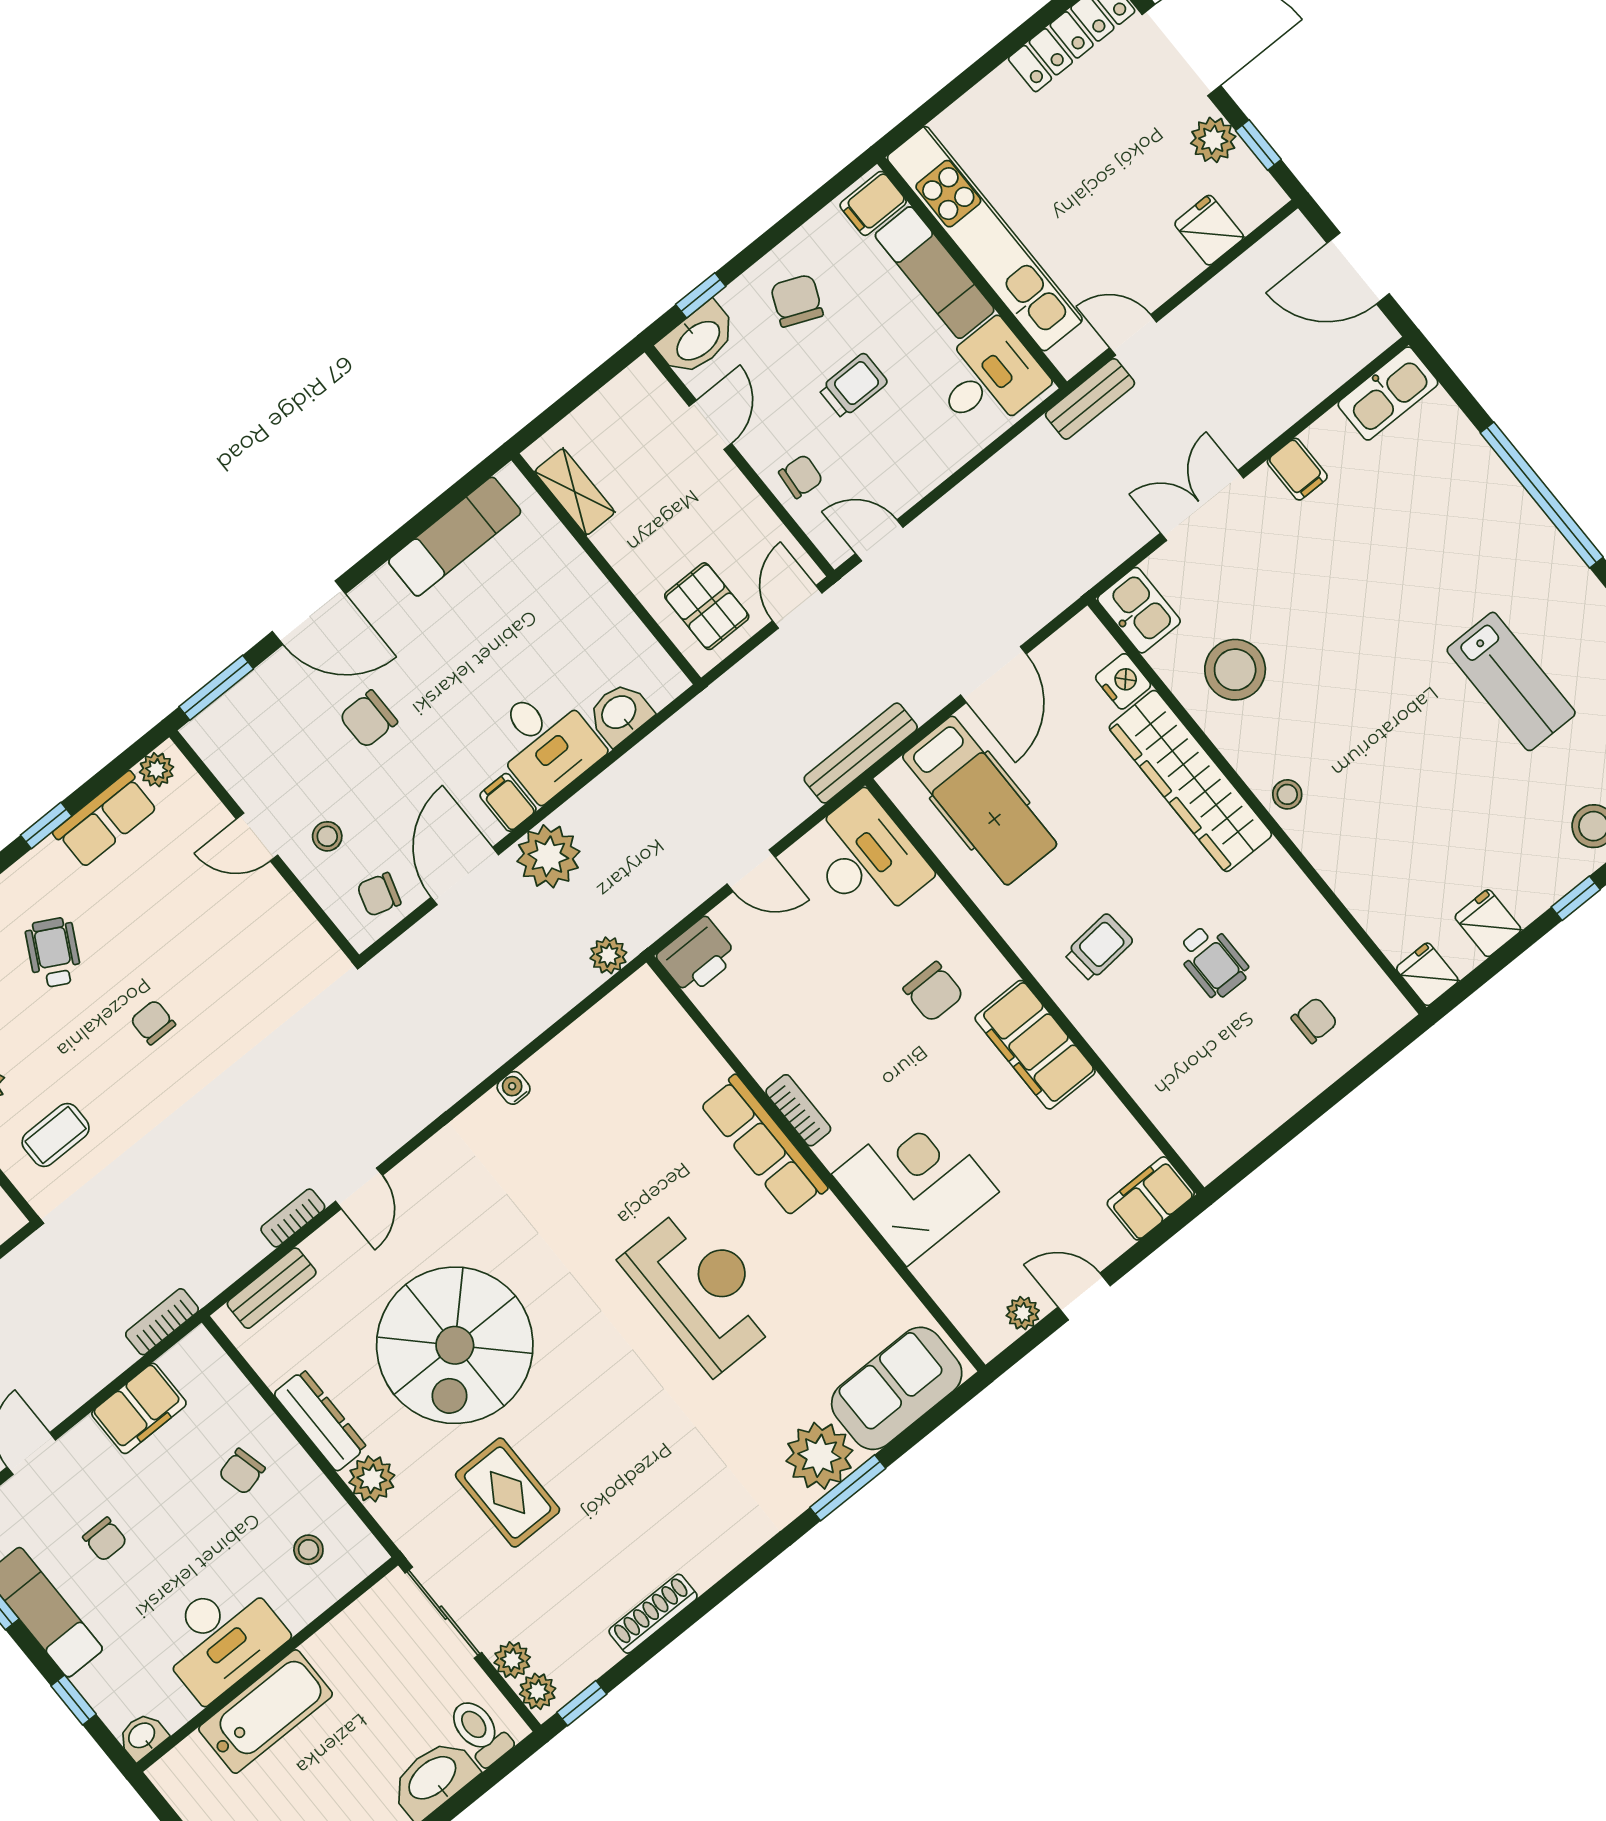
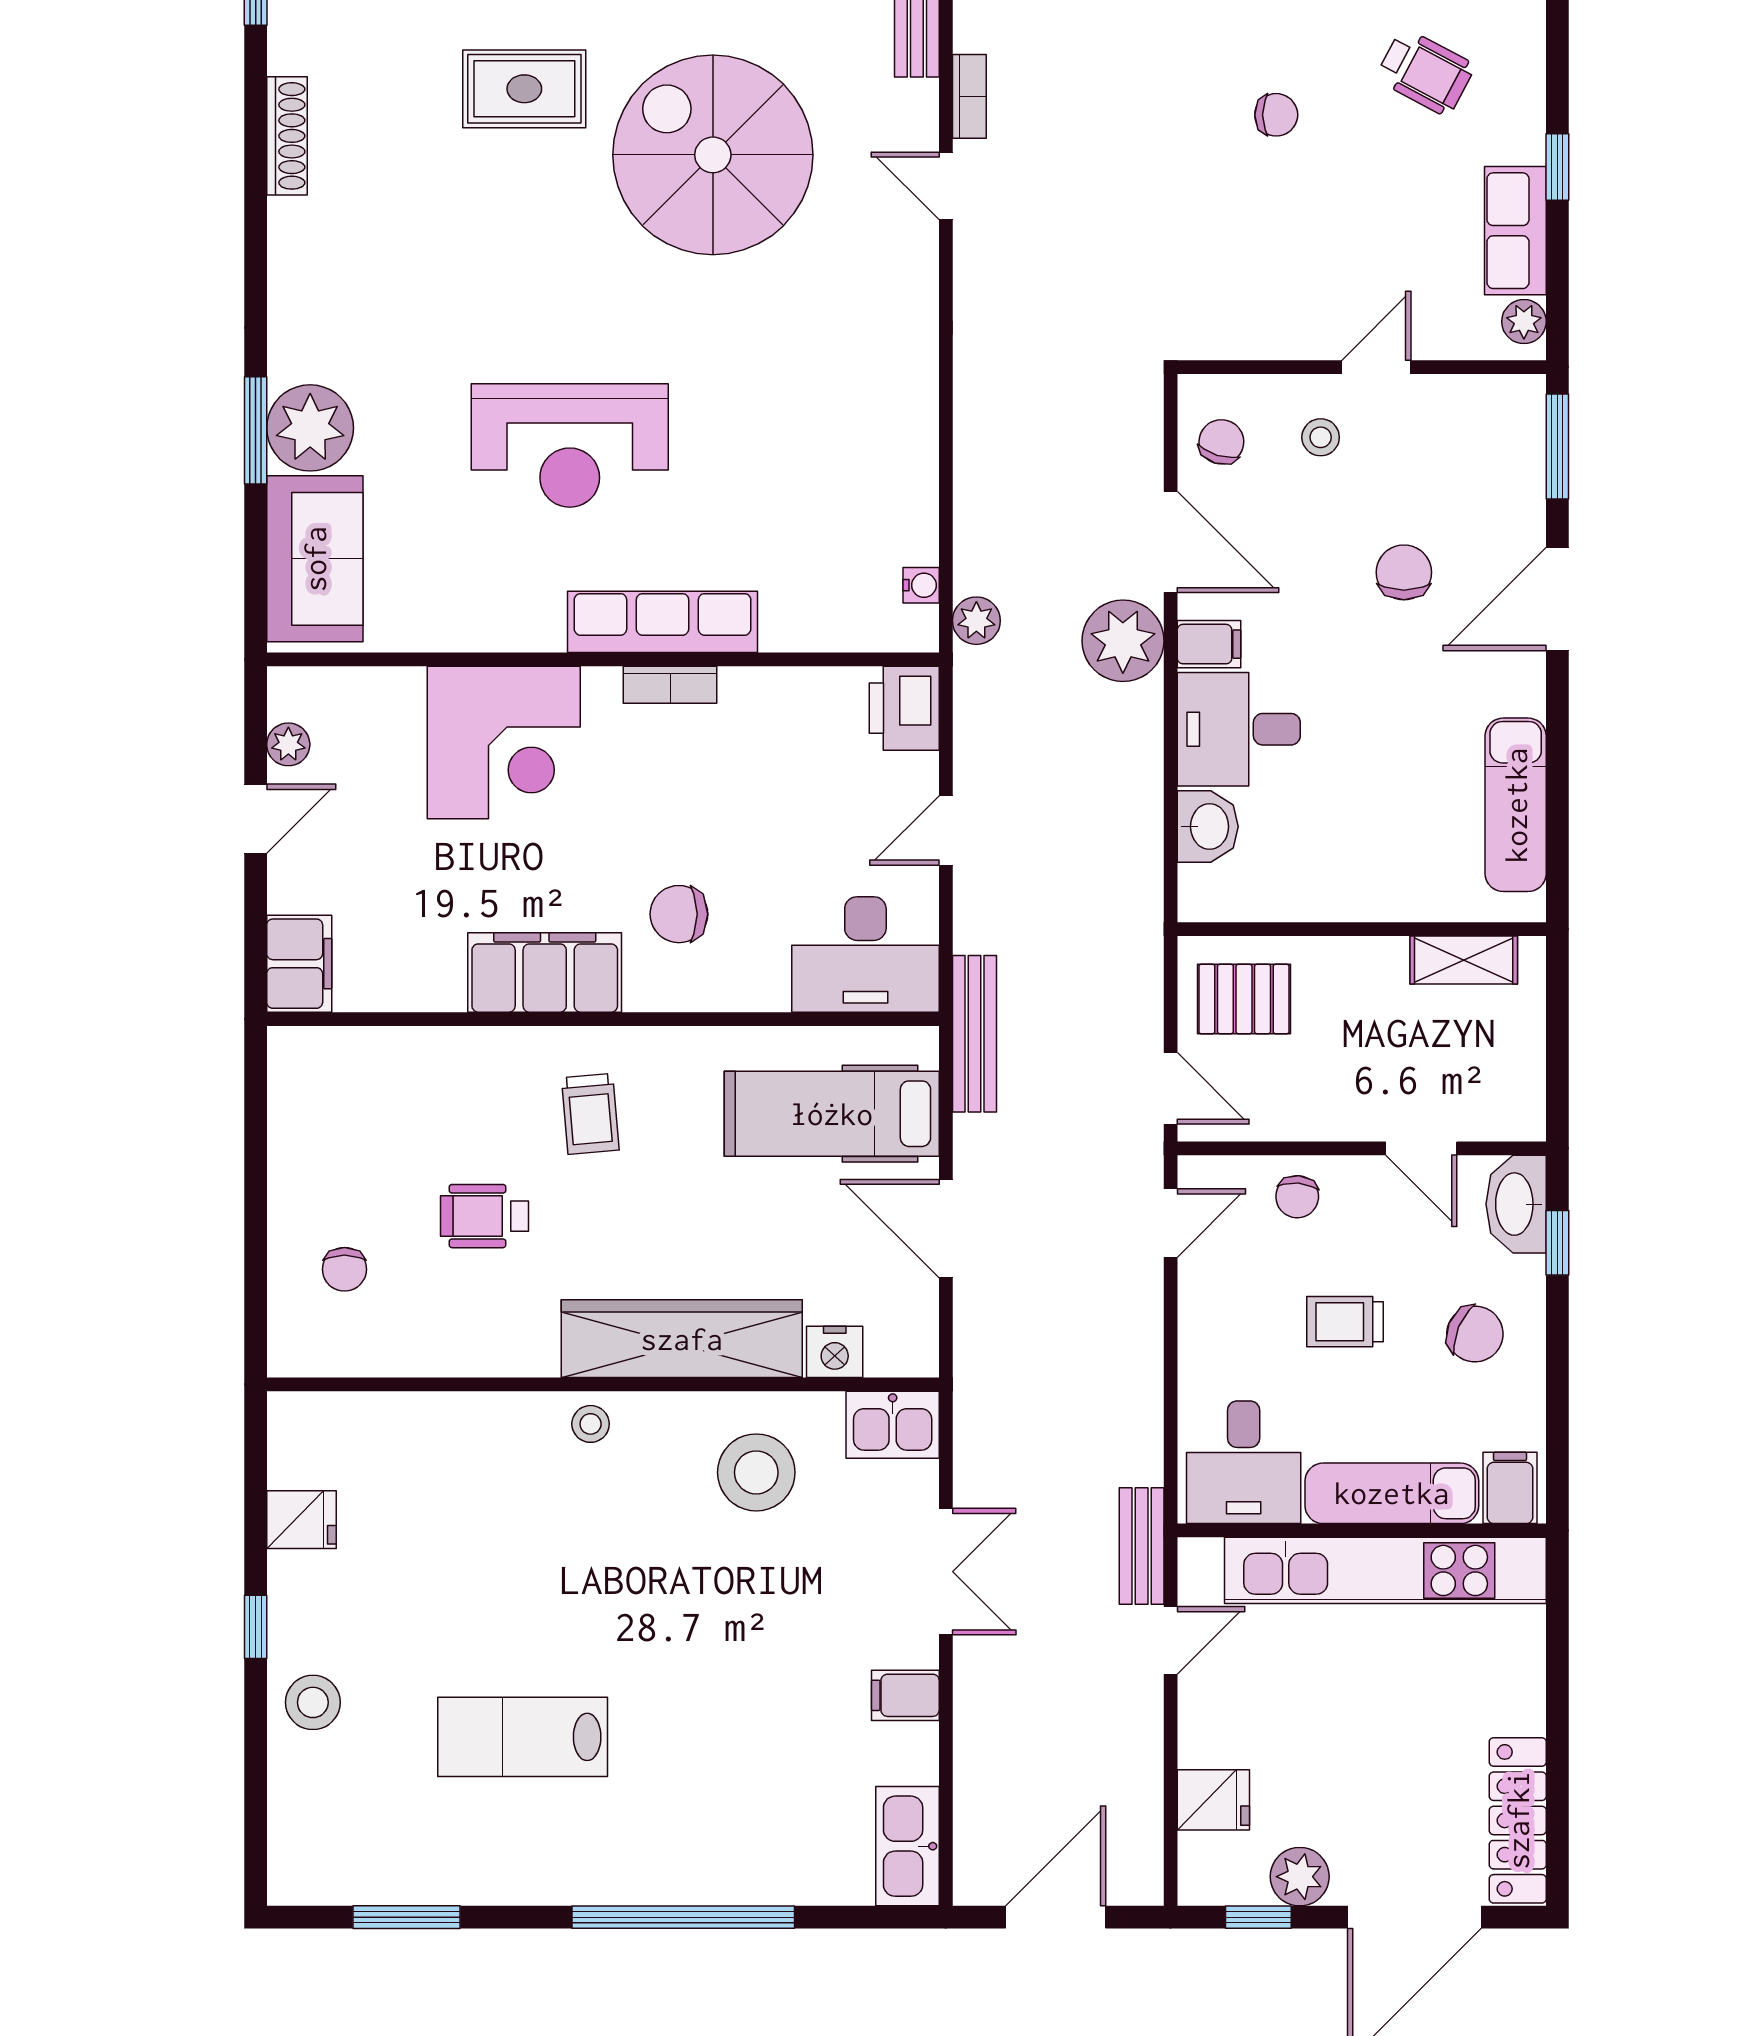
trolley: (853, 386) -> (1345, 1322), turned 90
fridge: (1427, 974) -> (299, 1418), removed
water cooler: (514, 1088) -> (921, 585), moved

